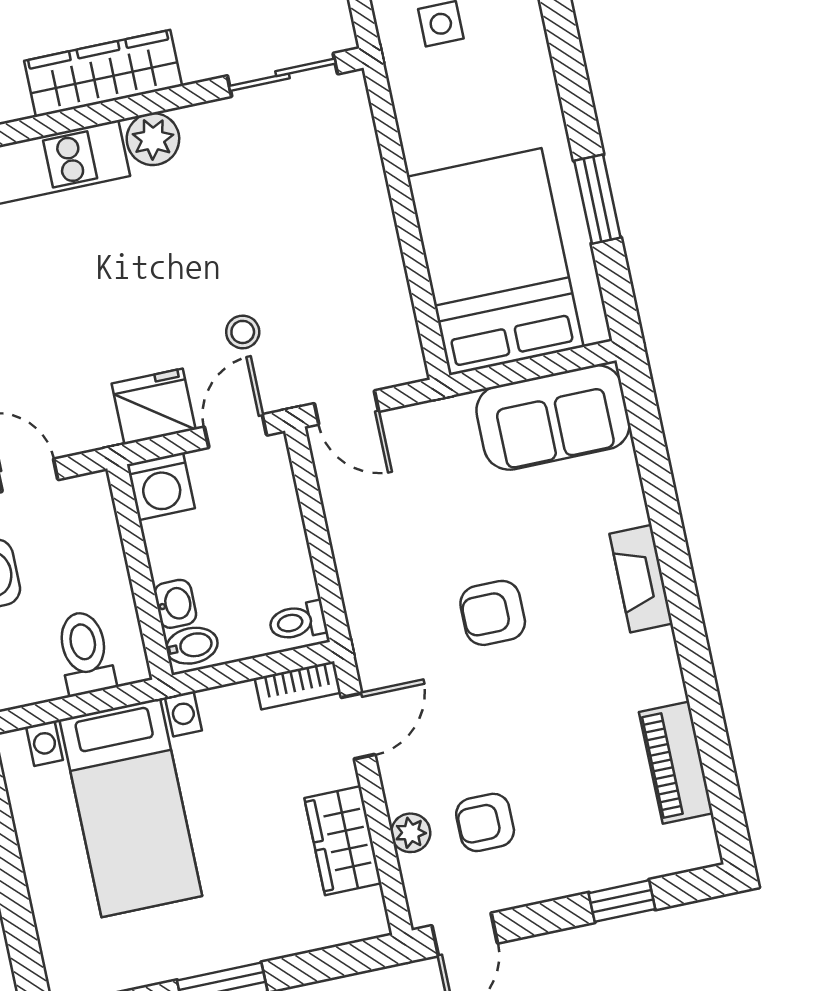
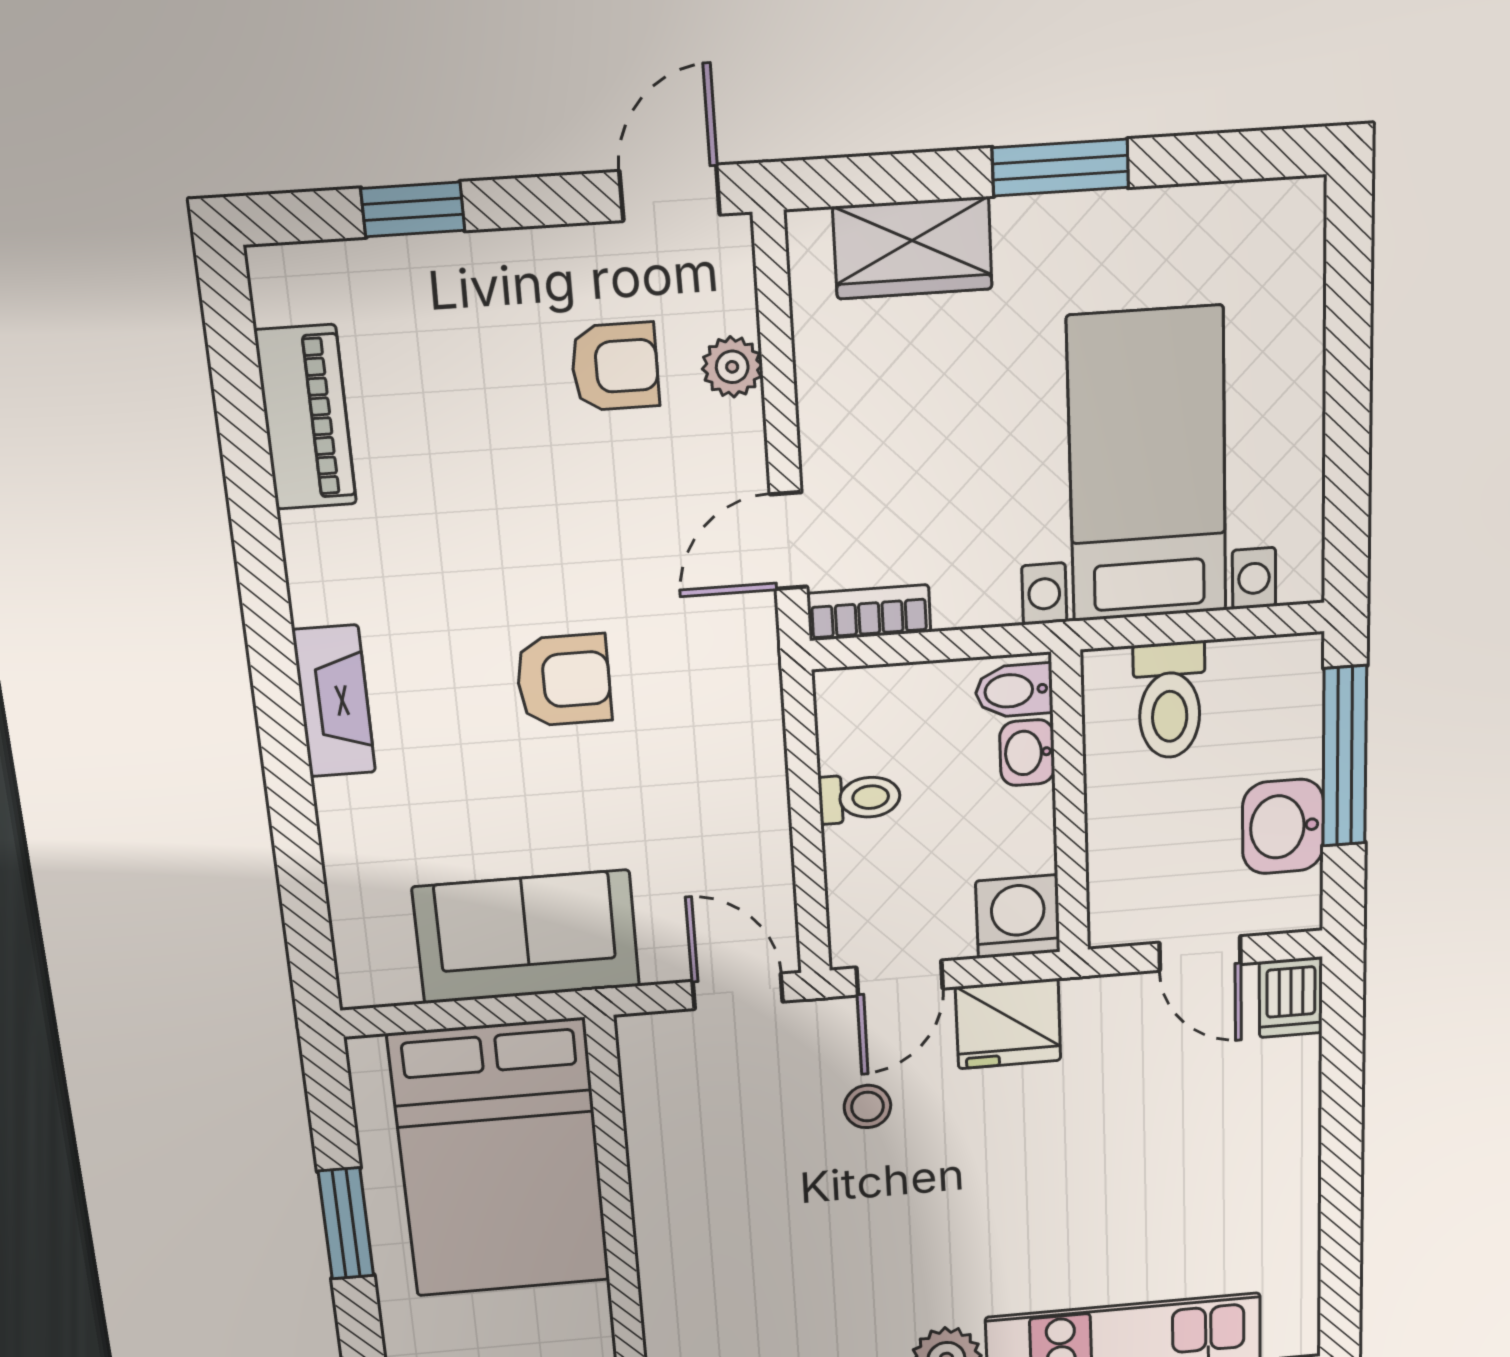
sofa: (553, 417) -> (526, 937), moved
toilet: (298, 621) -> (859, 798), moved
wardrobe: (343, 841) -> (913, 248), moved, turned 90

